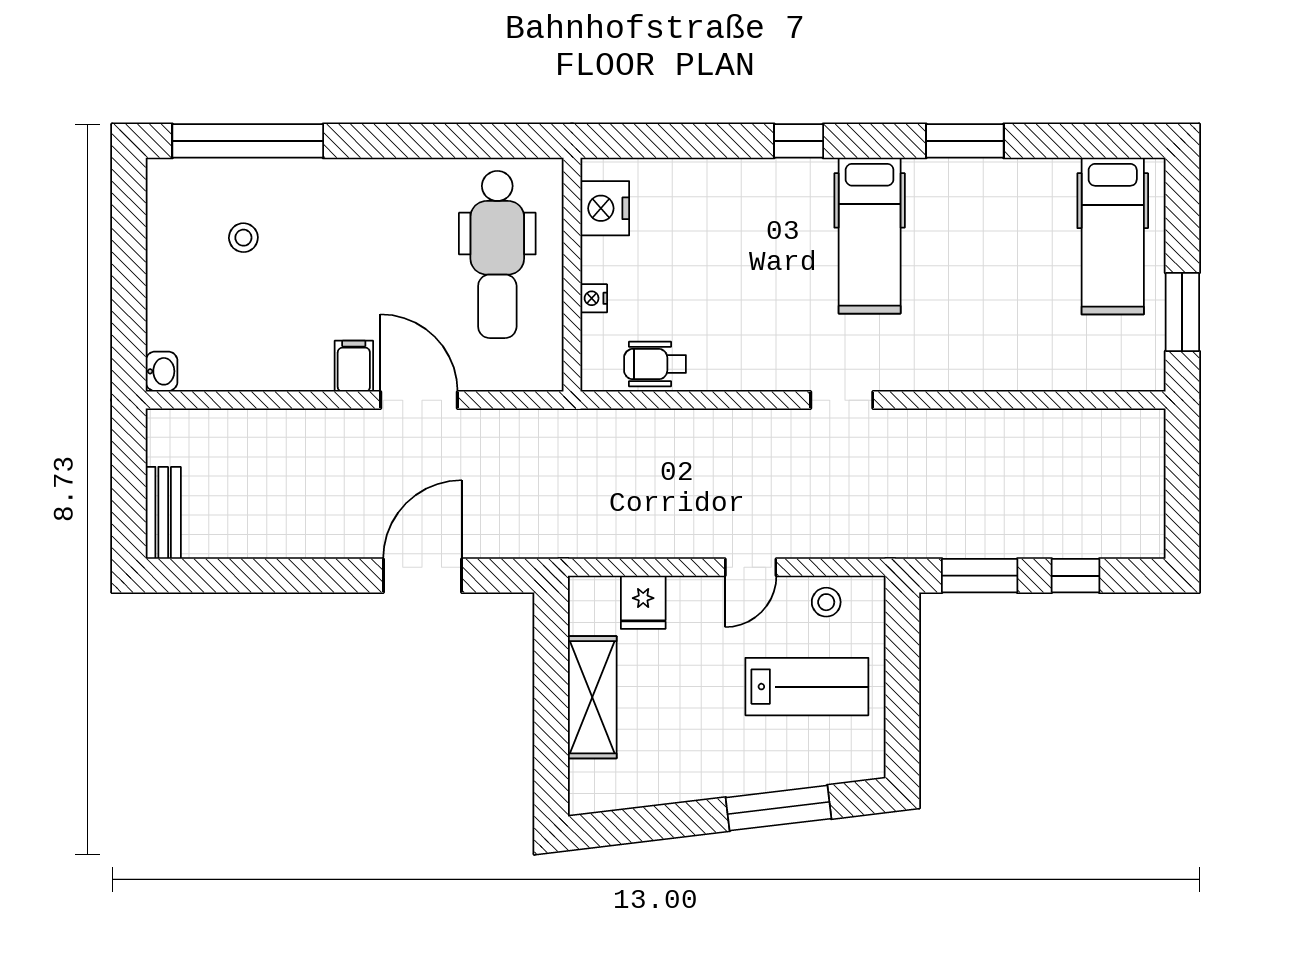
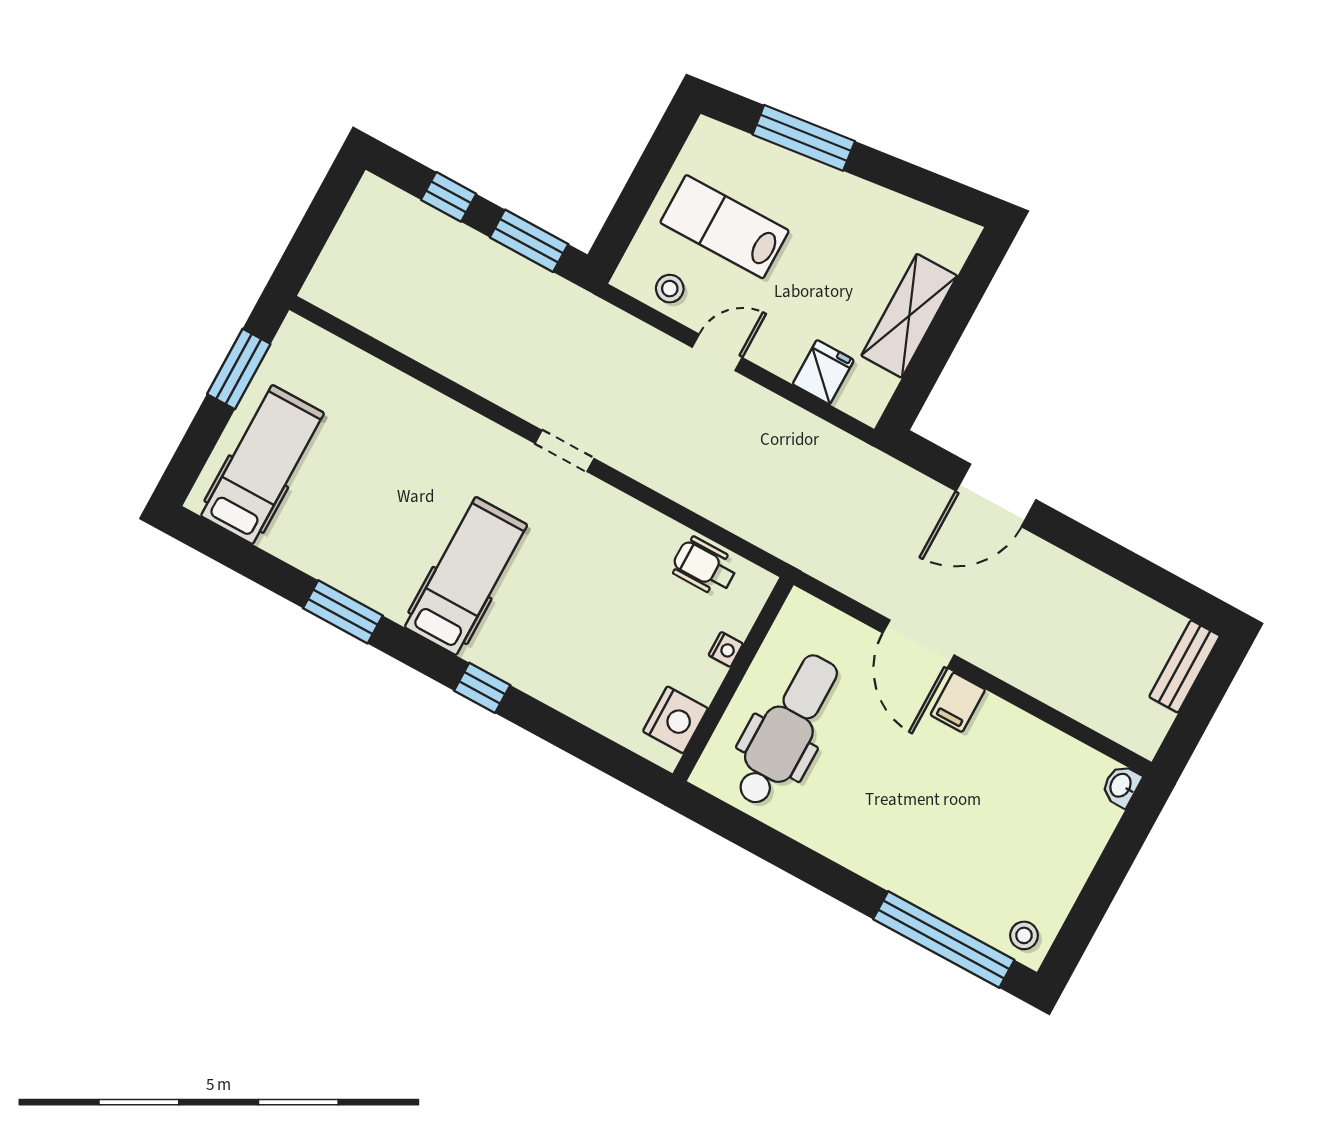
stool: (243, 238) -> (1024, 935), moved
wheelchair: (655, 364) -> (704, 566), turned 180

